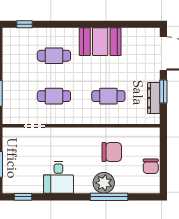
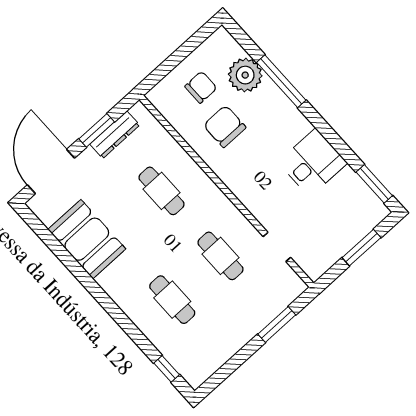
booth: (100, 42) -> (87, 239), moved
chair: (151, 166) -> (201, 87), moved
plant: (104, 183) -> (245, 75), moved
window: (23, 197) -> (374, 184), width x1.50

